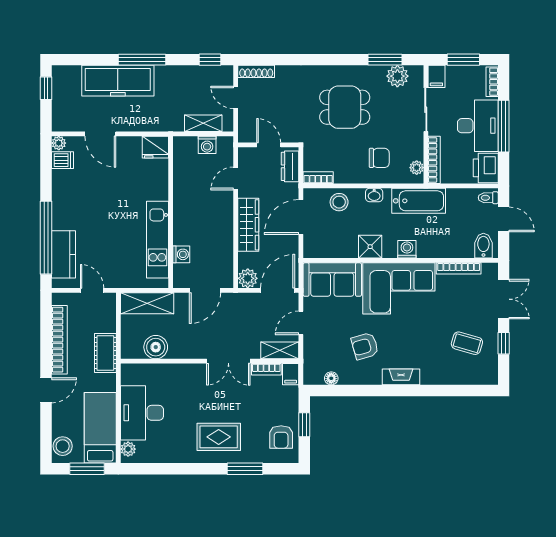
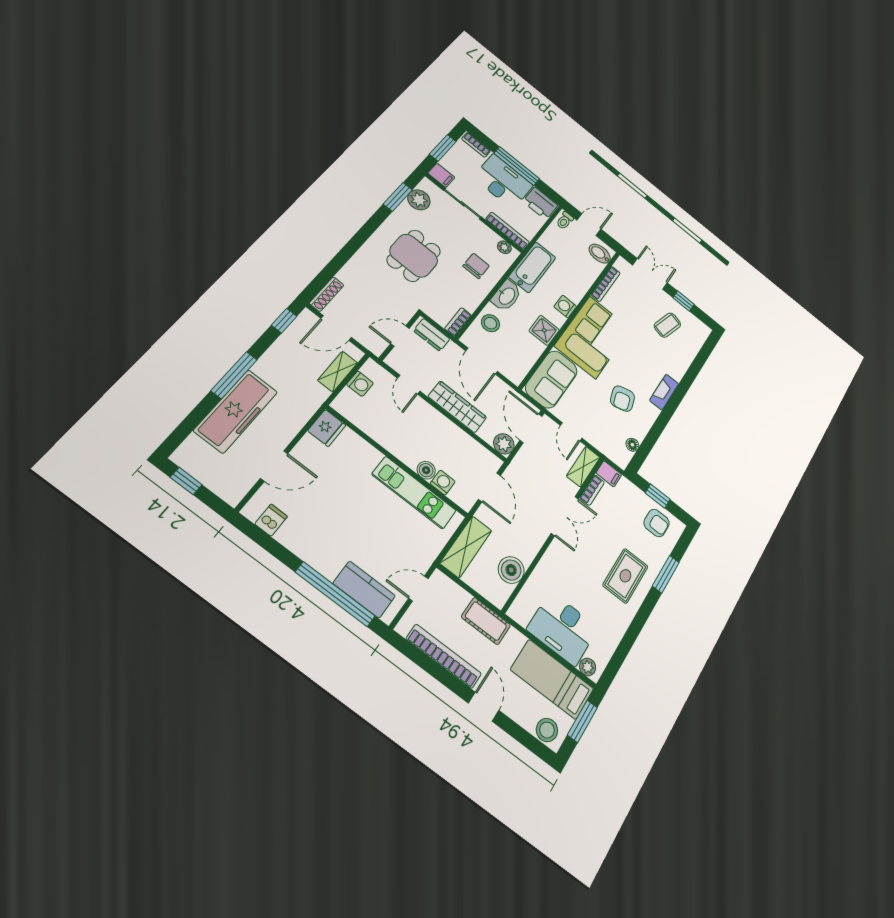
door: (236, 97) -> (336, 328), width x1.37
plant: (59, 143) -> (251, 511), removed
washbasin: (374, 195) -> (506, 296), width x1.91, depth x1.45
boiler: (181, 236) -> (426, 470), added

